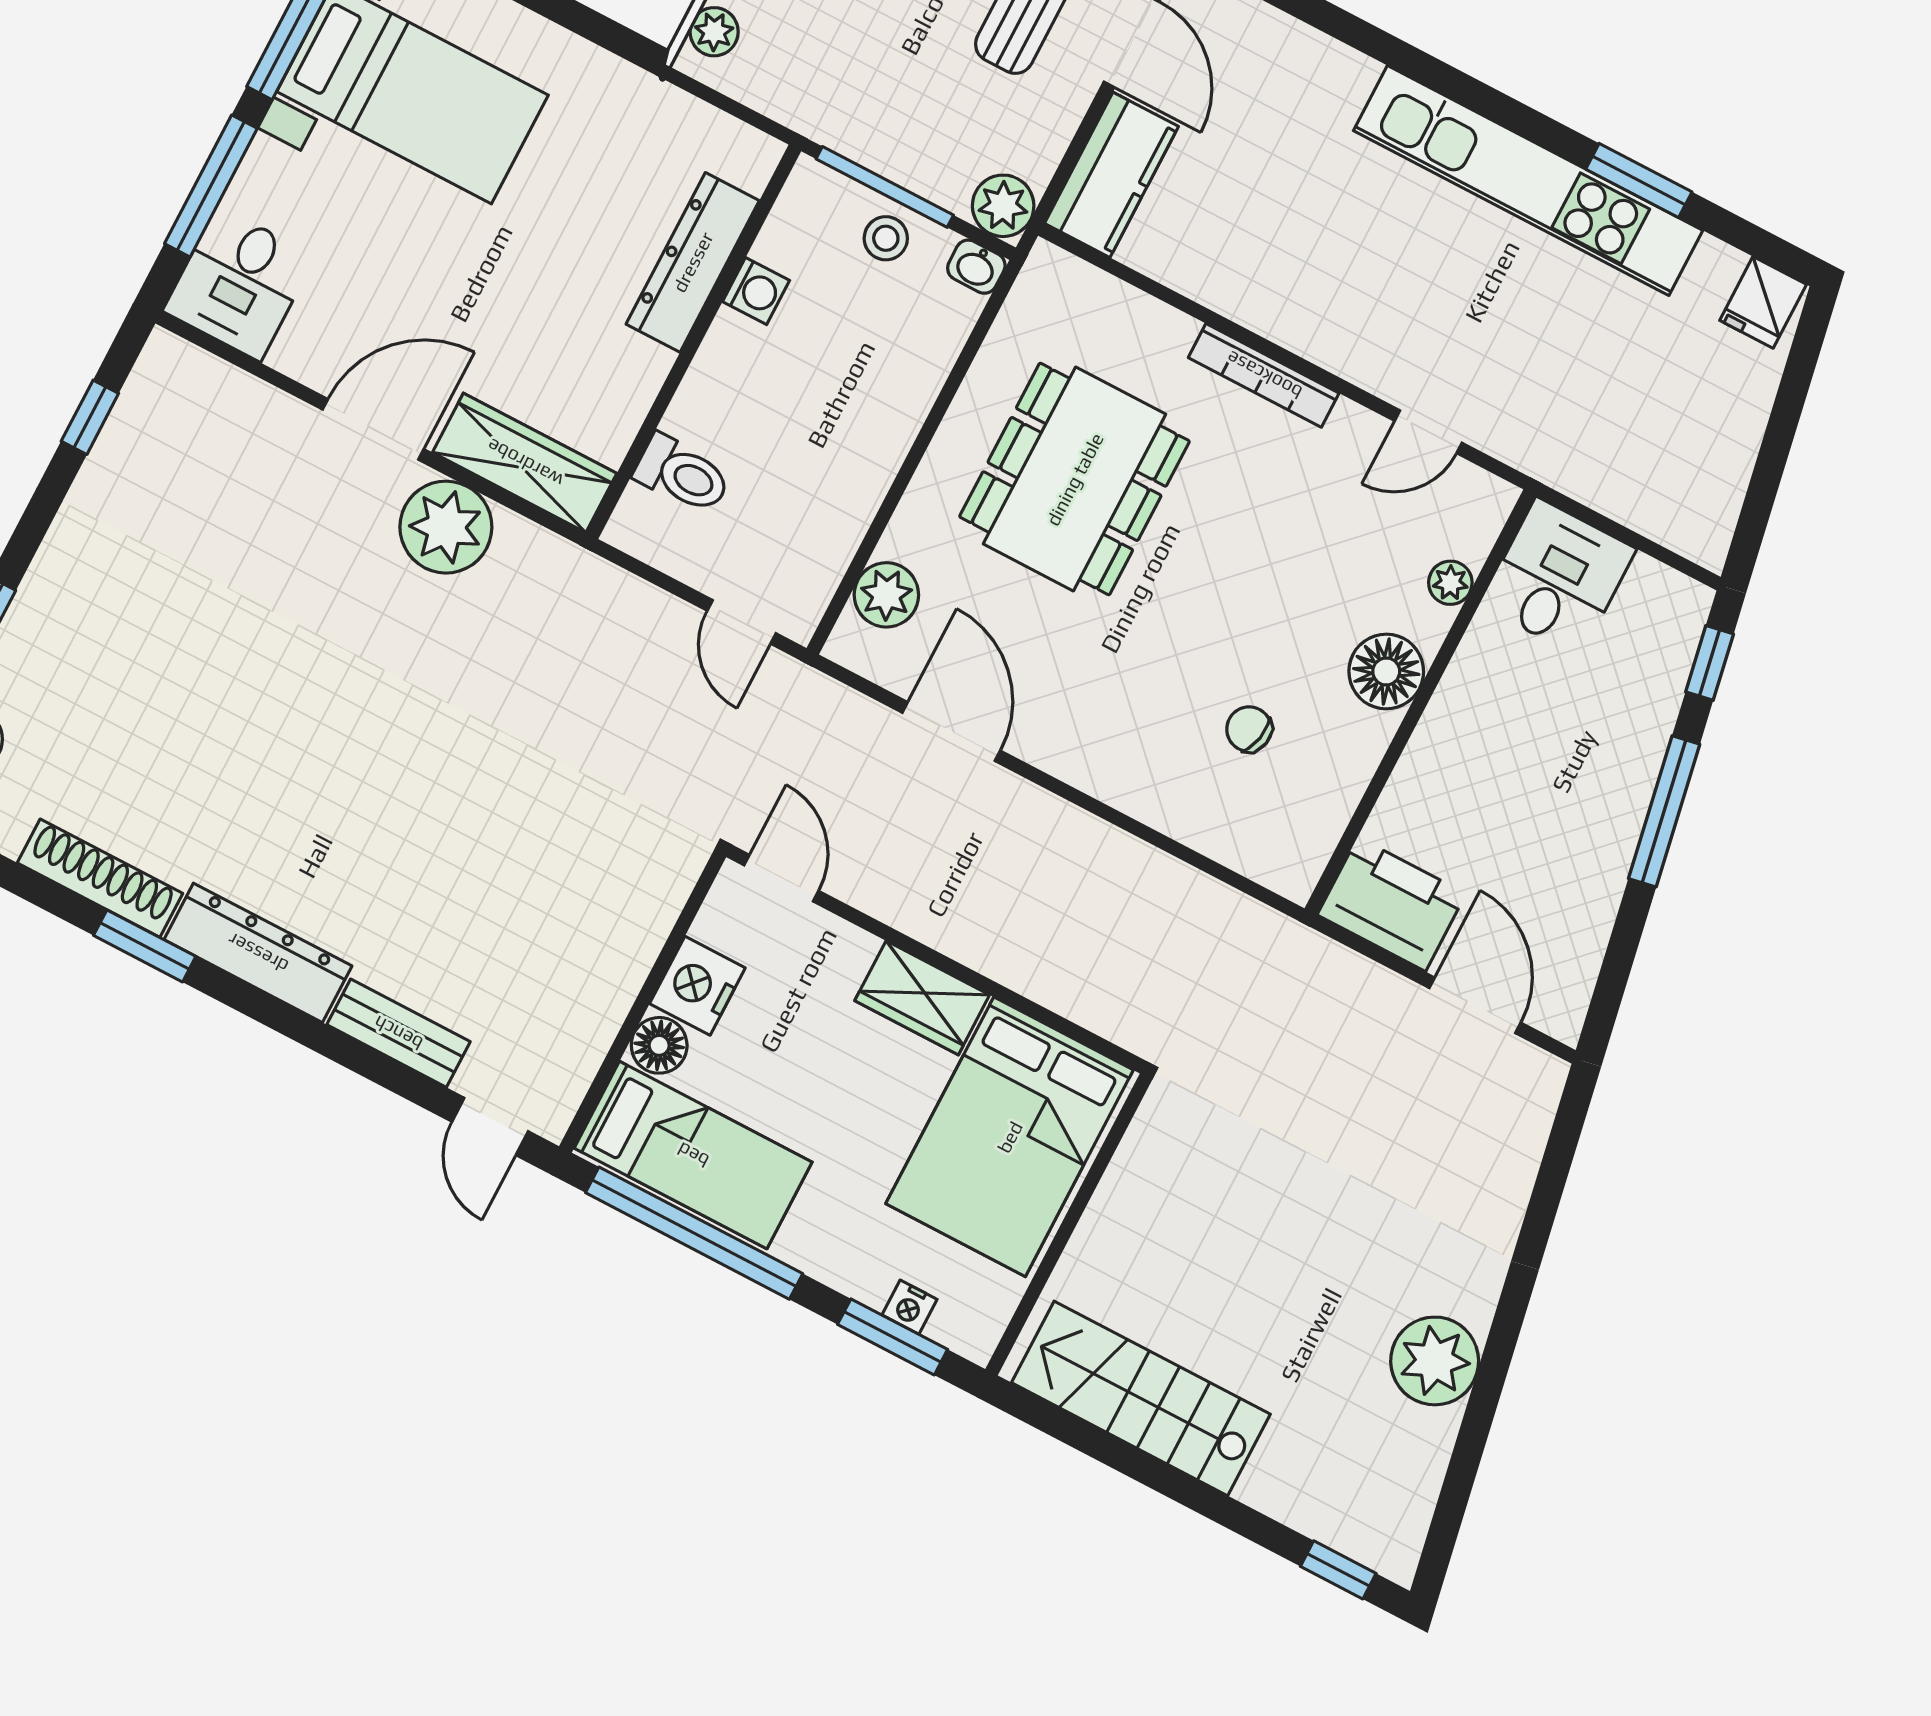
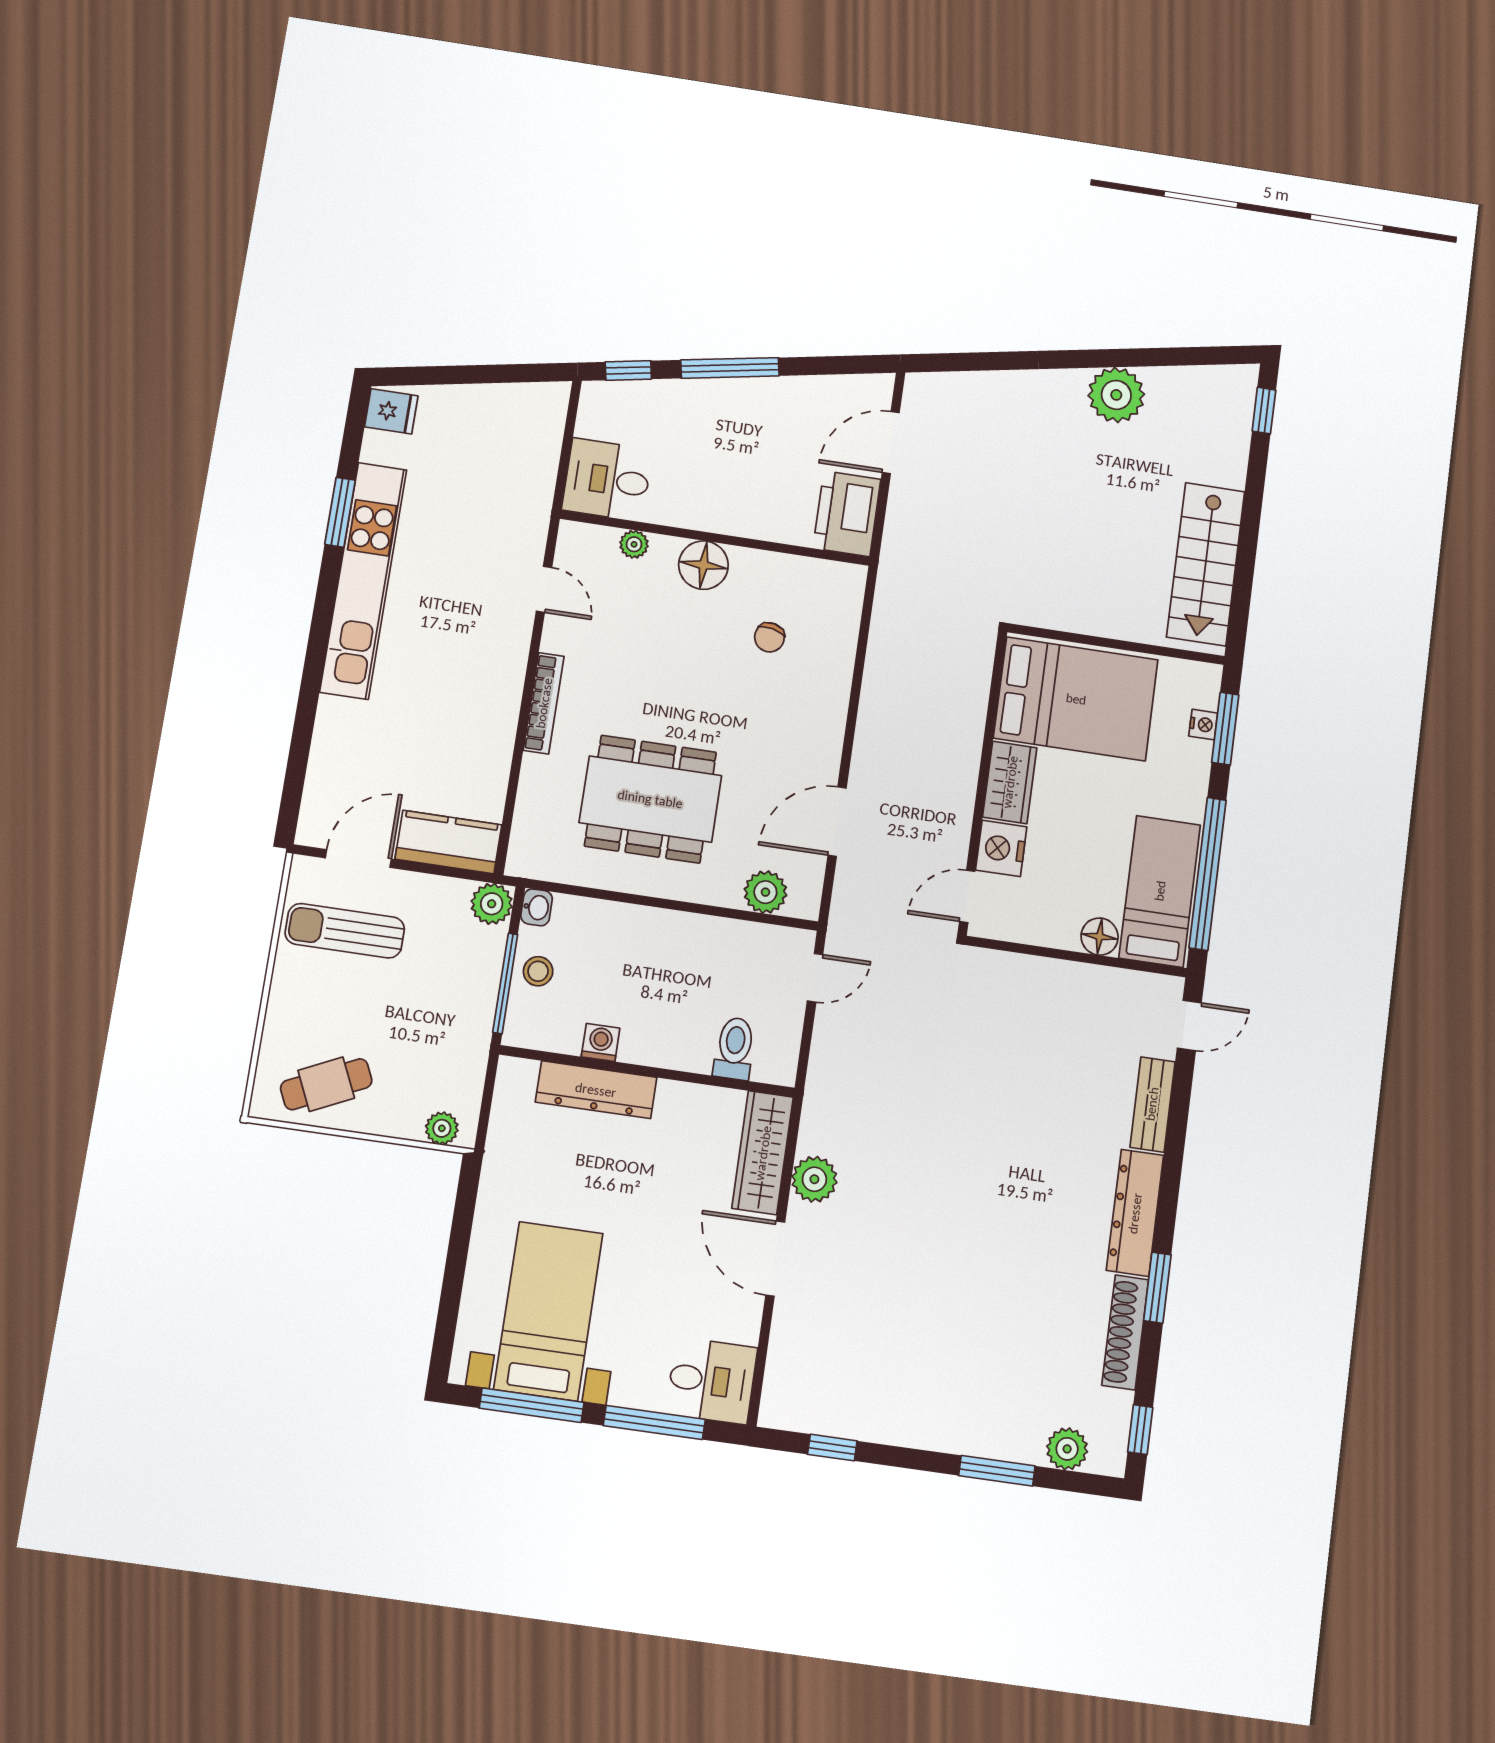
plant: (446, 527) -> (814, 1179), width x0.73, depth x0.73
nightstand: (697, 986) -> (1001, 848), moved, turned 90

